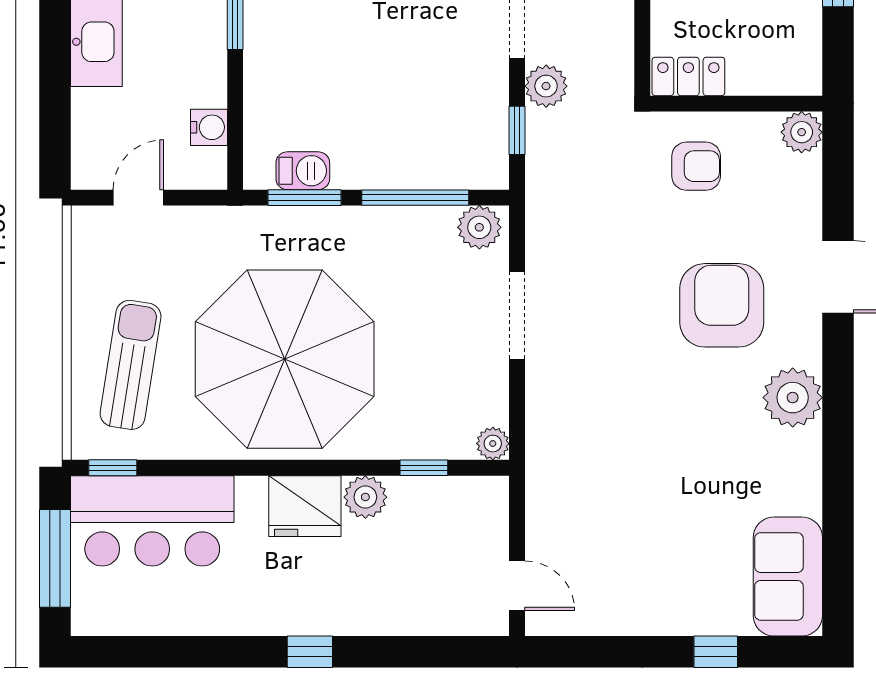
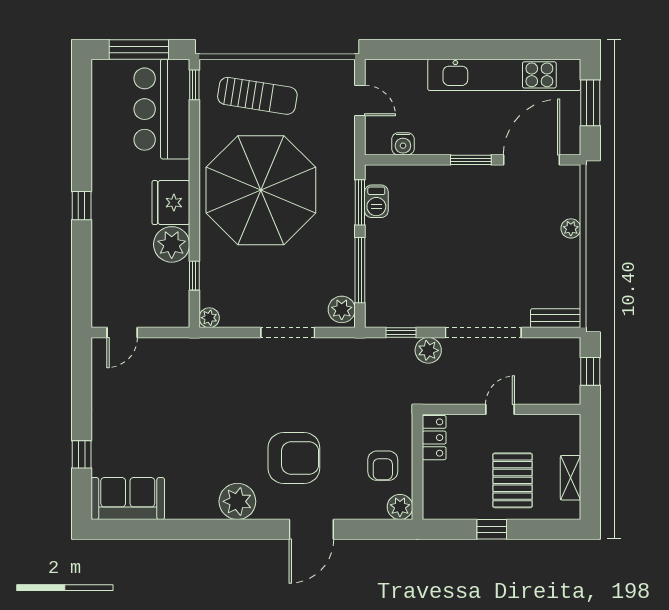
armchair: (696, 166) -> (383, 466), moved
plant: (365, 497) -> (172, 244), width x1.36, depth x1.36

